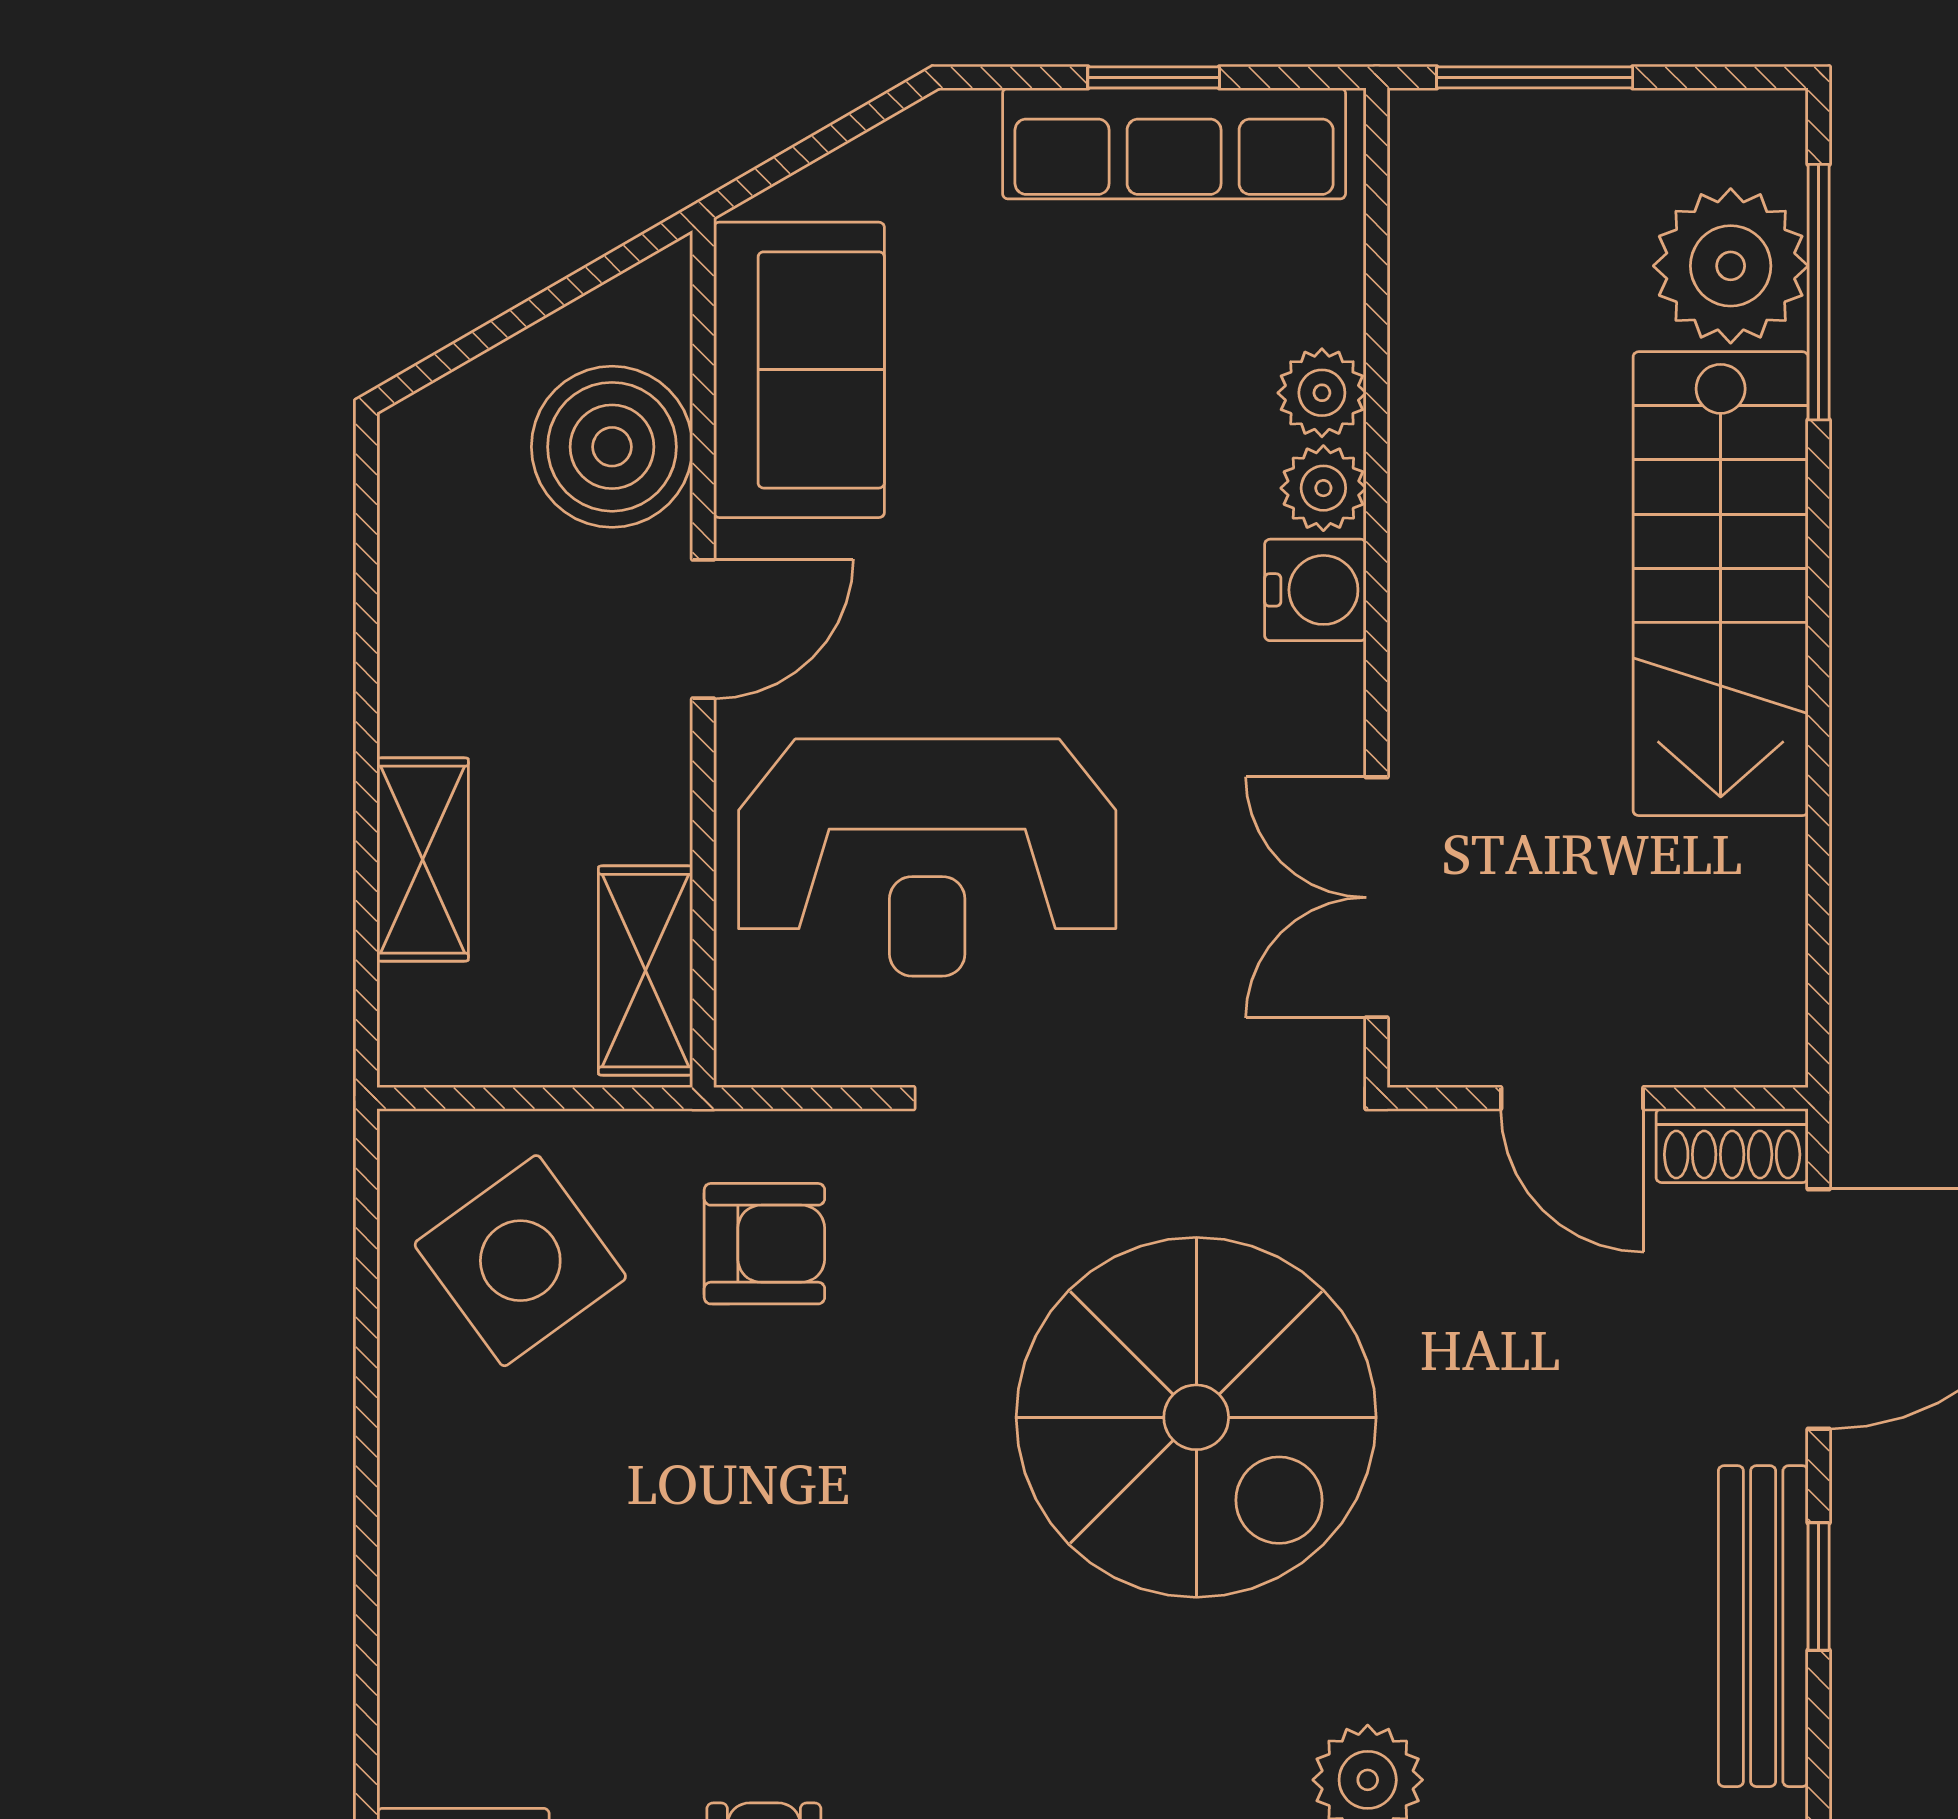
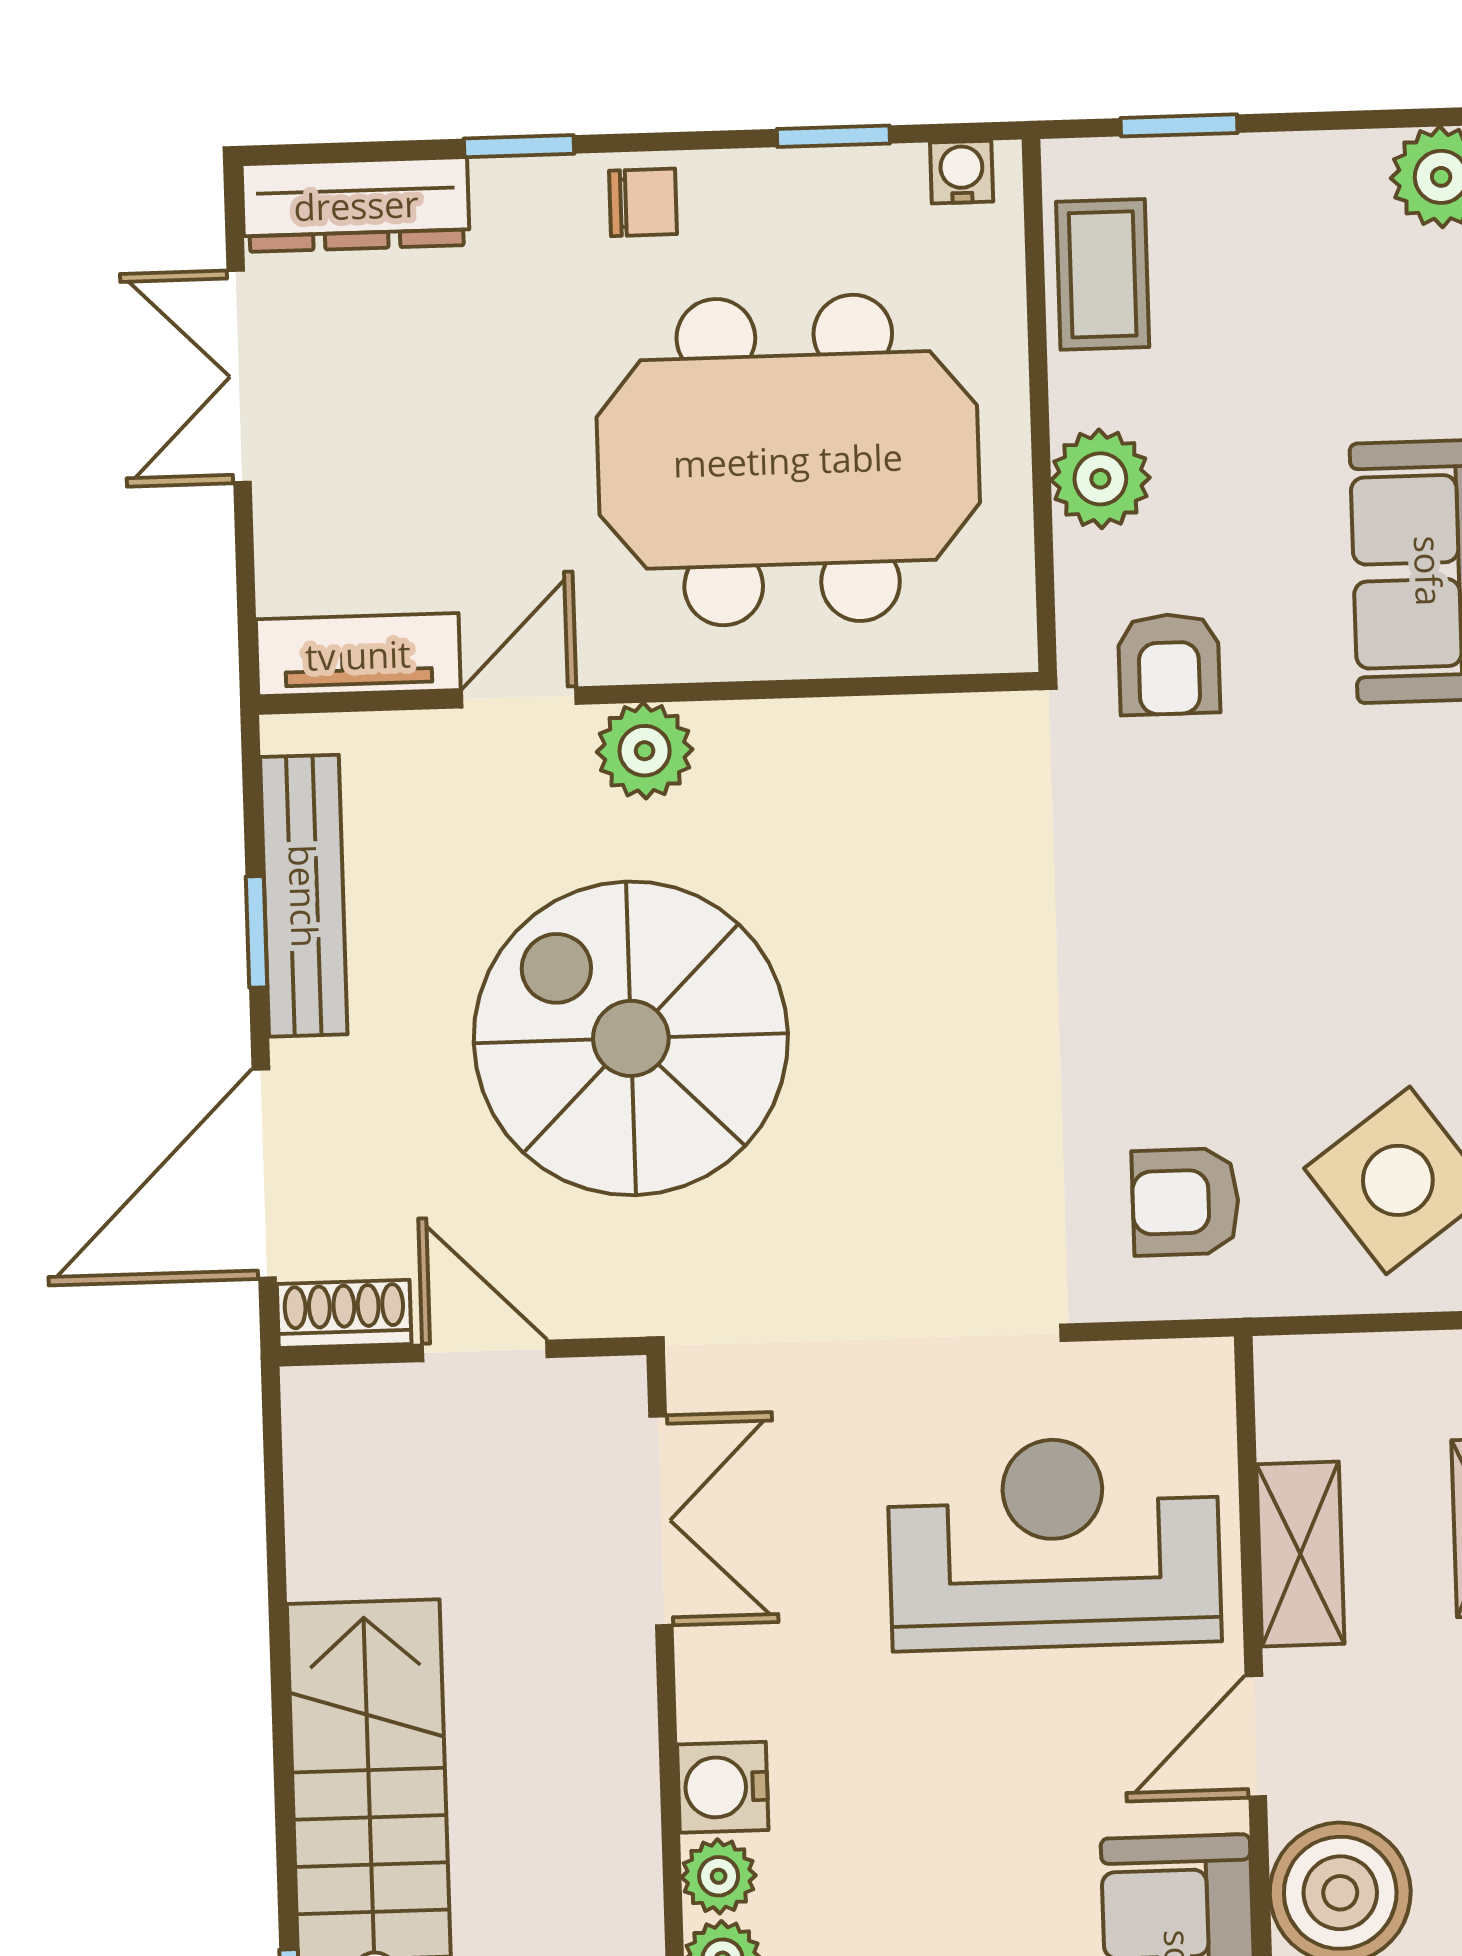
shelving: (645, 971) -> (1300, 1554), moved
spiral stairs: (1196, 1417) -> (631, 1038), moved

